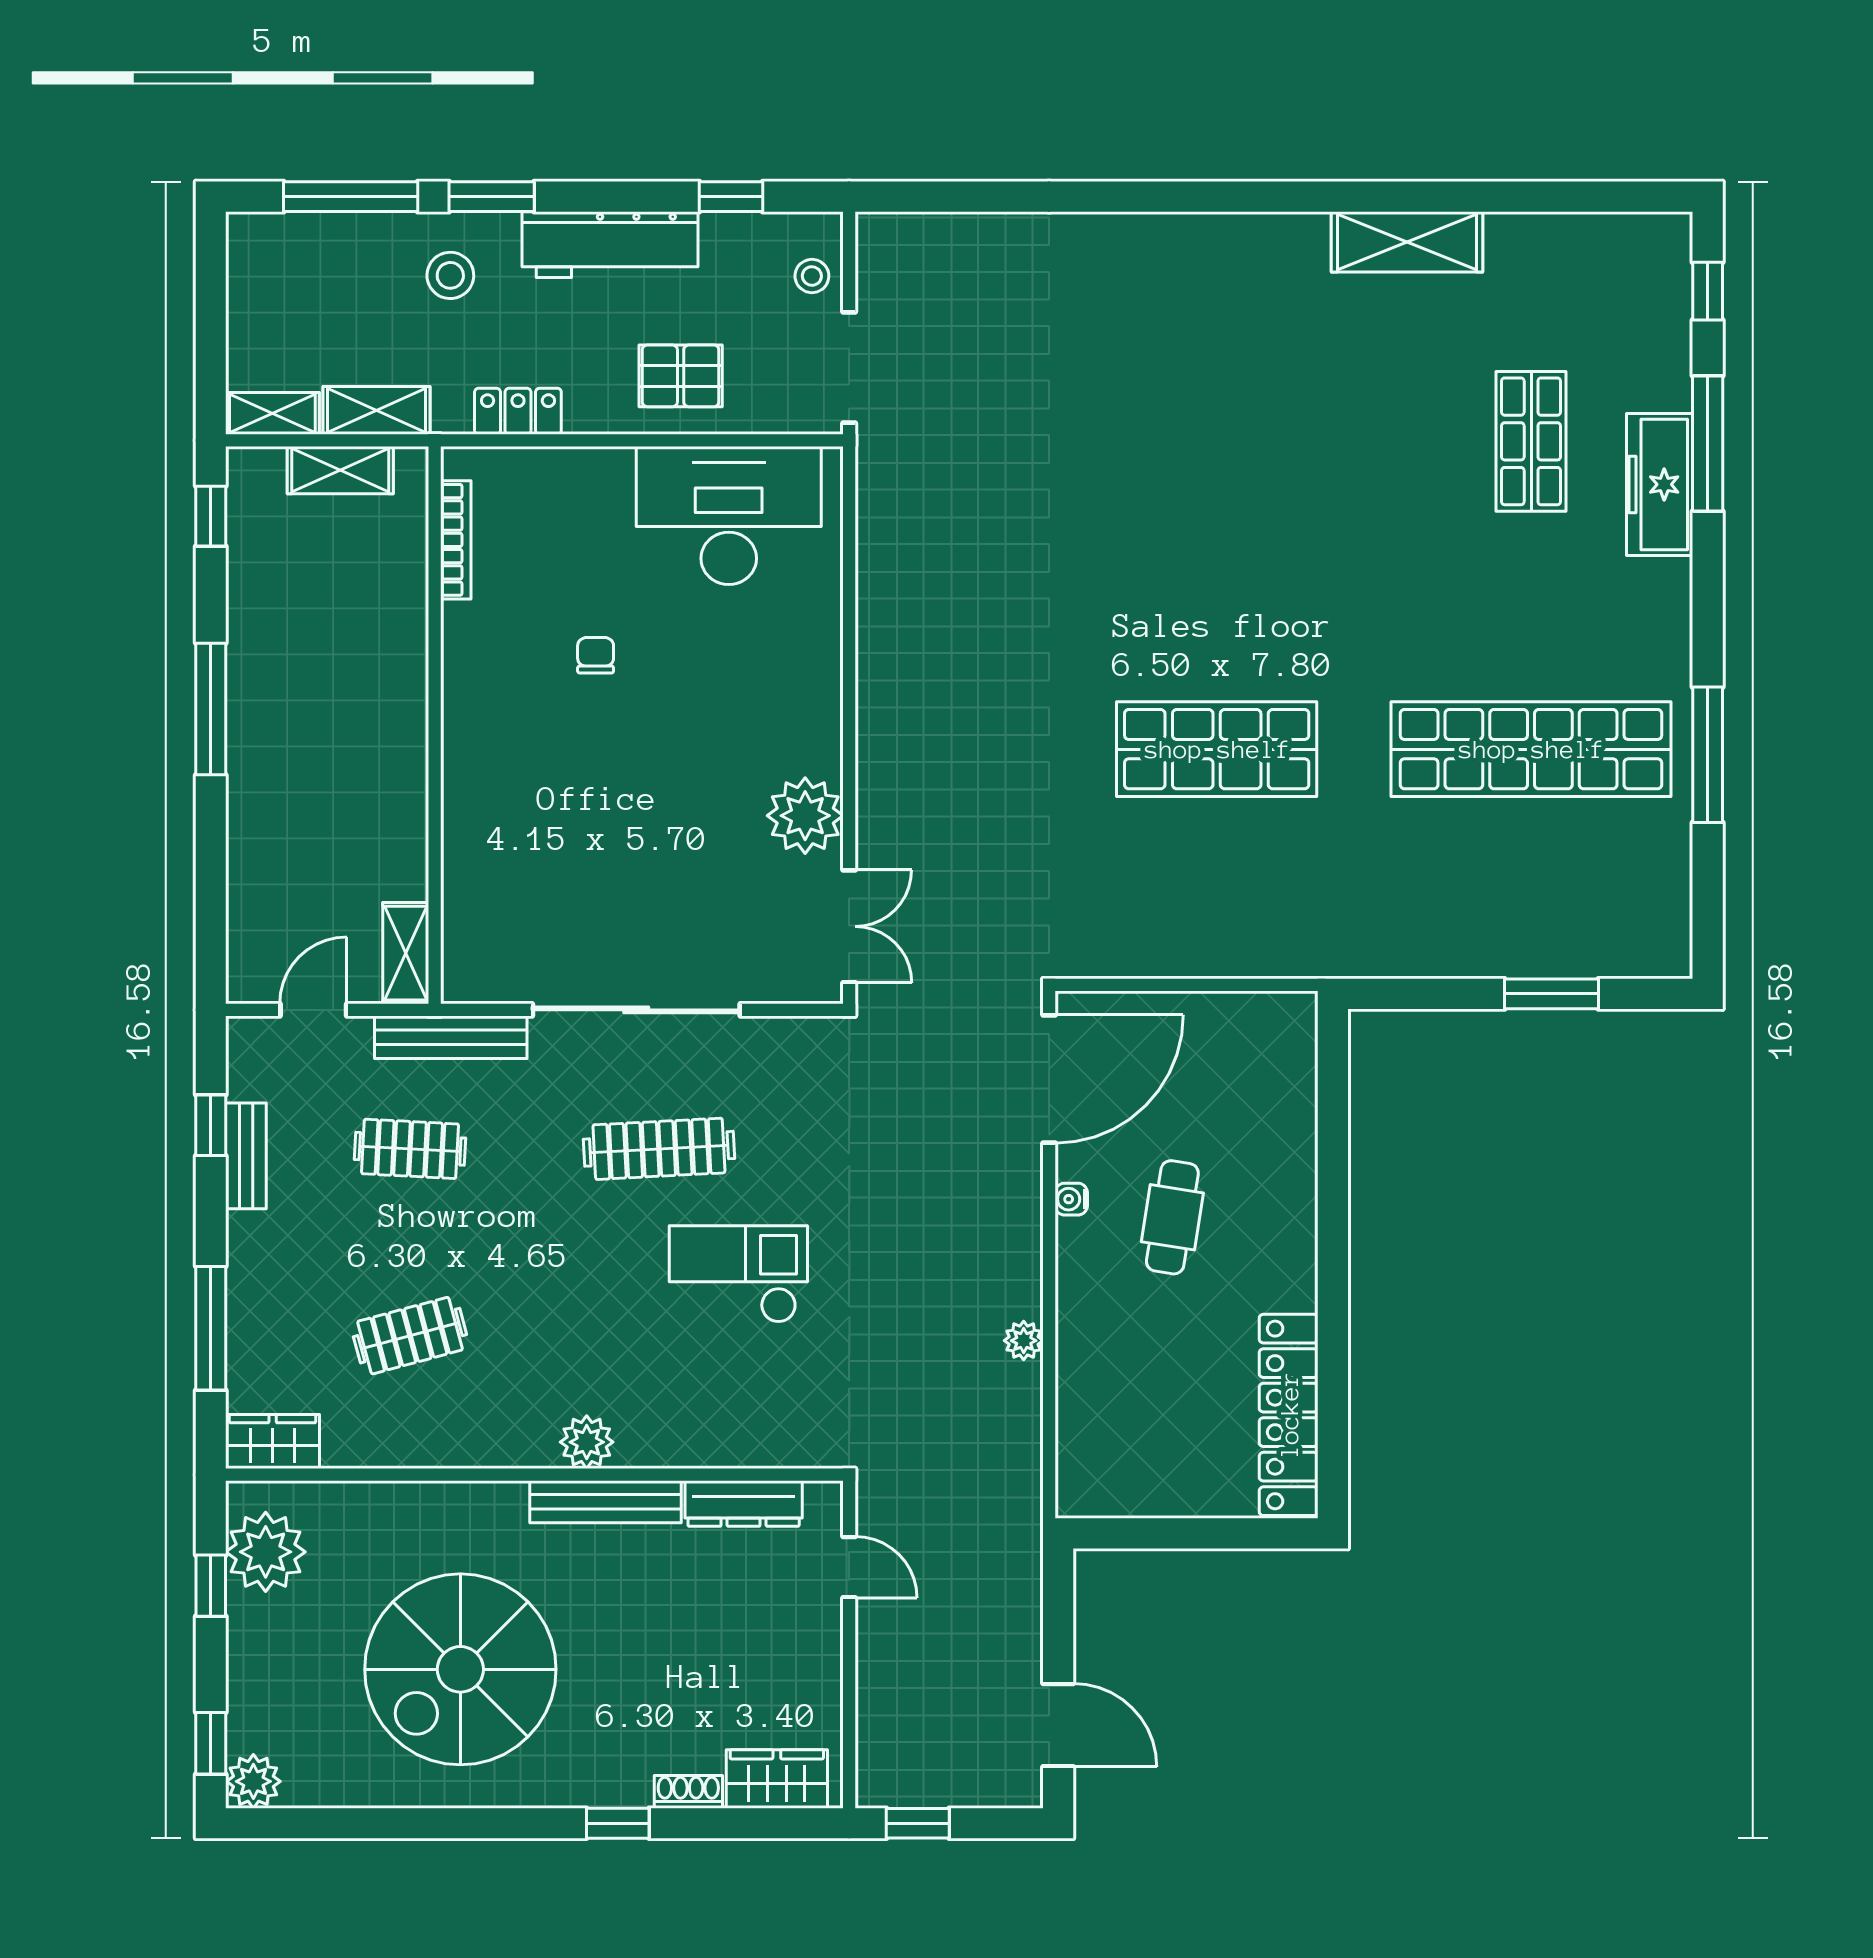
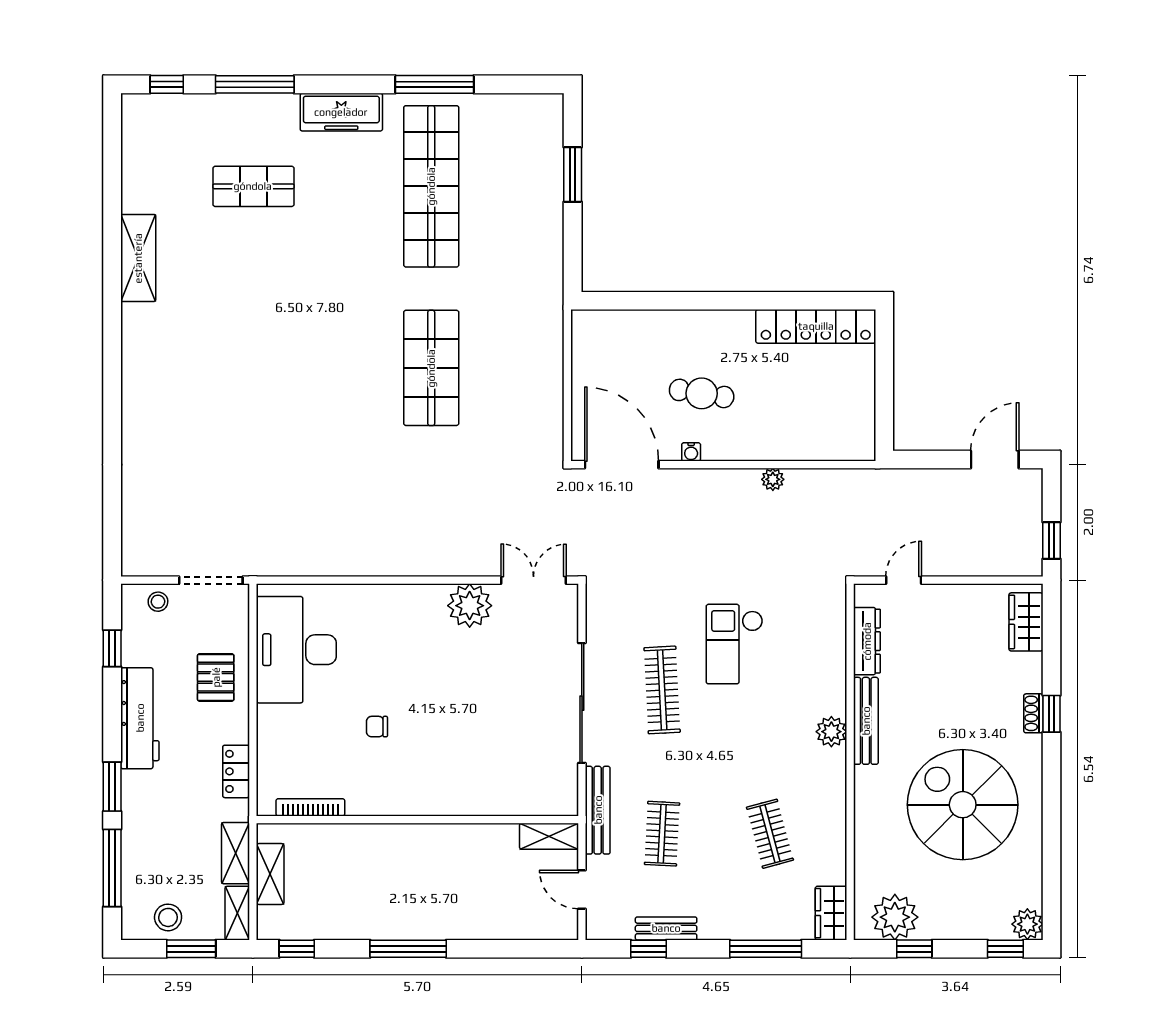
stool: (450, 275) -> (168, 917), moved
window: (211, 333) -> (191, 949), added
freezer: (1660, 484) -> (341, 112), moved
spiral stairs: (460, 1669) -> (963, 805), turned 180
shoe rack: (688, 1792) -> (1033, 713), moved

